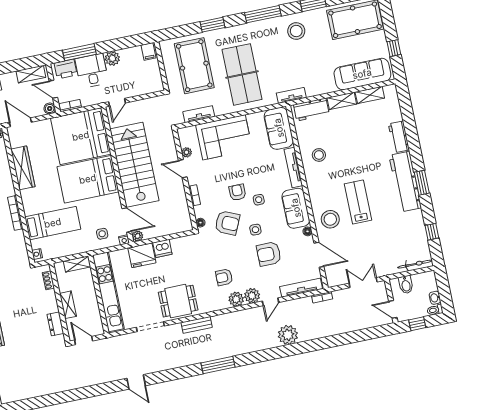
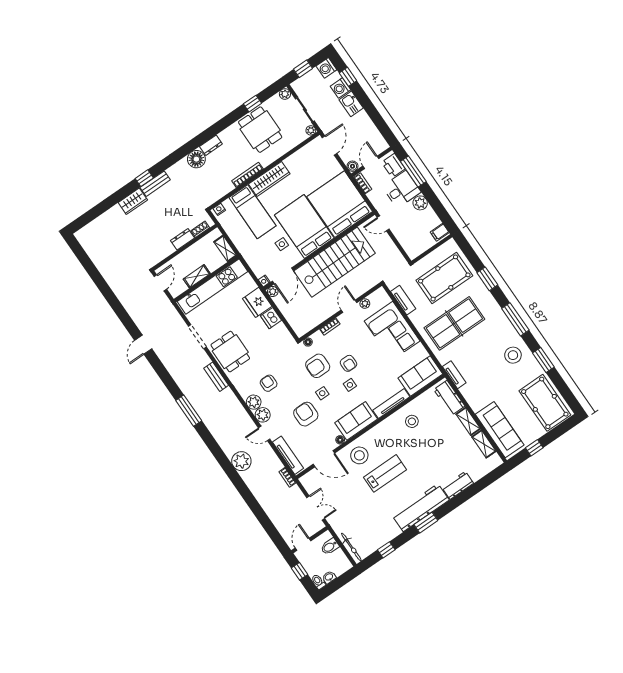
shelving: (31, 74) -> (376, 137), removed
wardrobe: (23, 168) -> (269, 179), moved
armchair: (237, 192) -> (348, 363), turned 90
armchair: (227, 223) -> (318, 366), turned 66
side table: (102, 234) -> (282, 244), moved
door: (319, 255) -> (324, 459), hinge flipped
shelving: (68, 305) -> (197, 276), moved
dresser: (55, 324) -> (183, 239), moved

